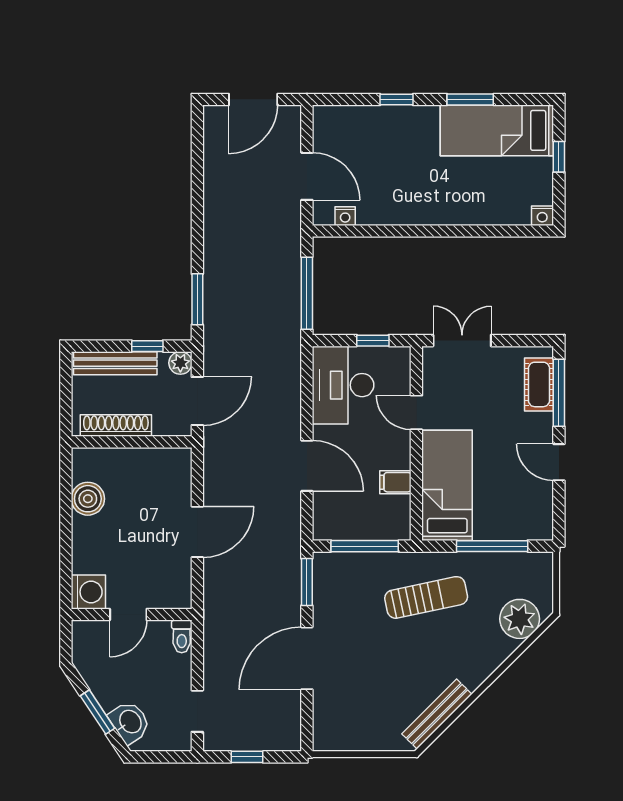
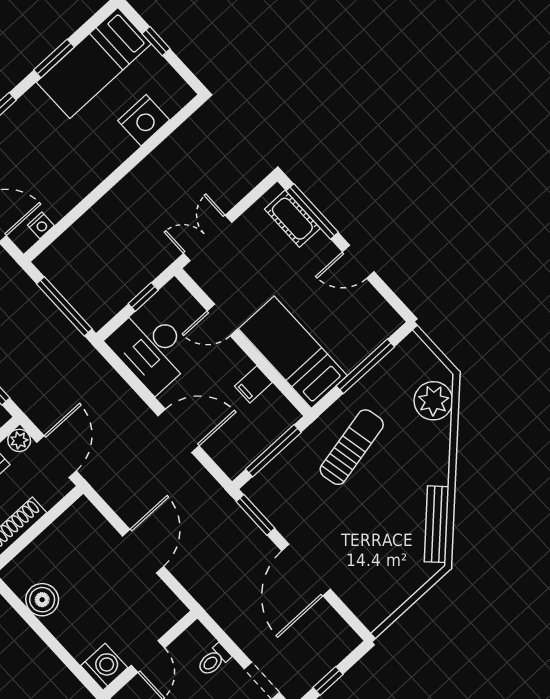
nightstand: (542, 216) -> (144, 120), moved, width x1.89, depth x1.79
toilet: (182, 636) -> (214, 660), moved, turned 90

